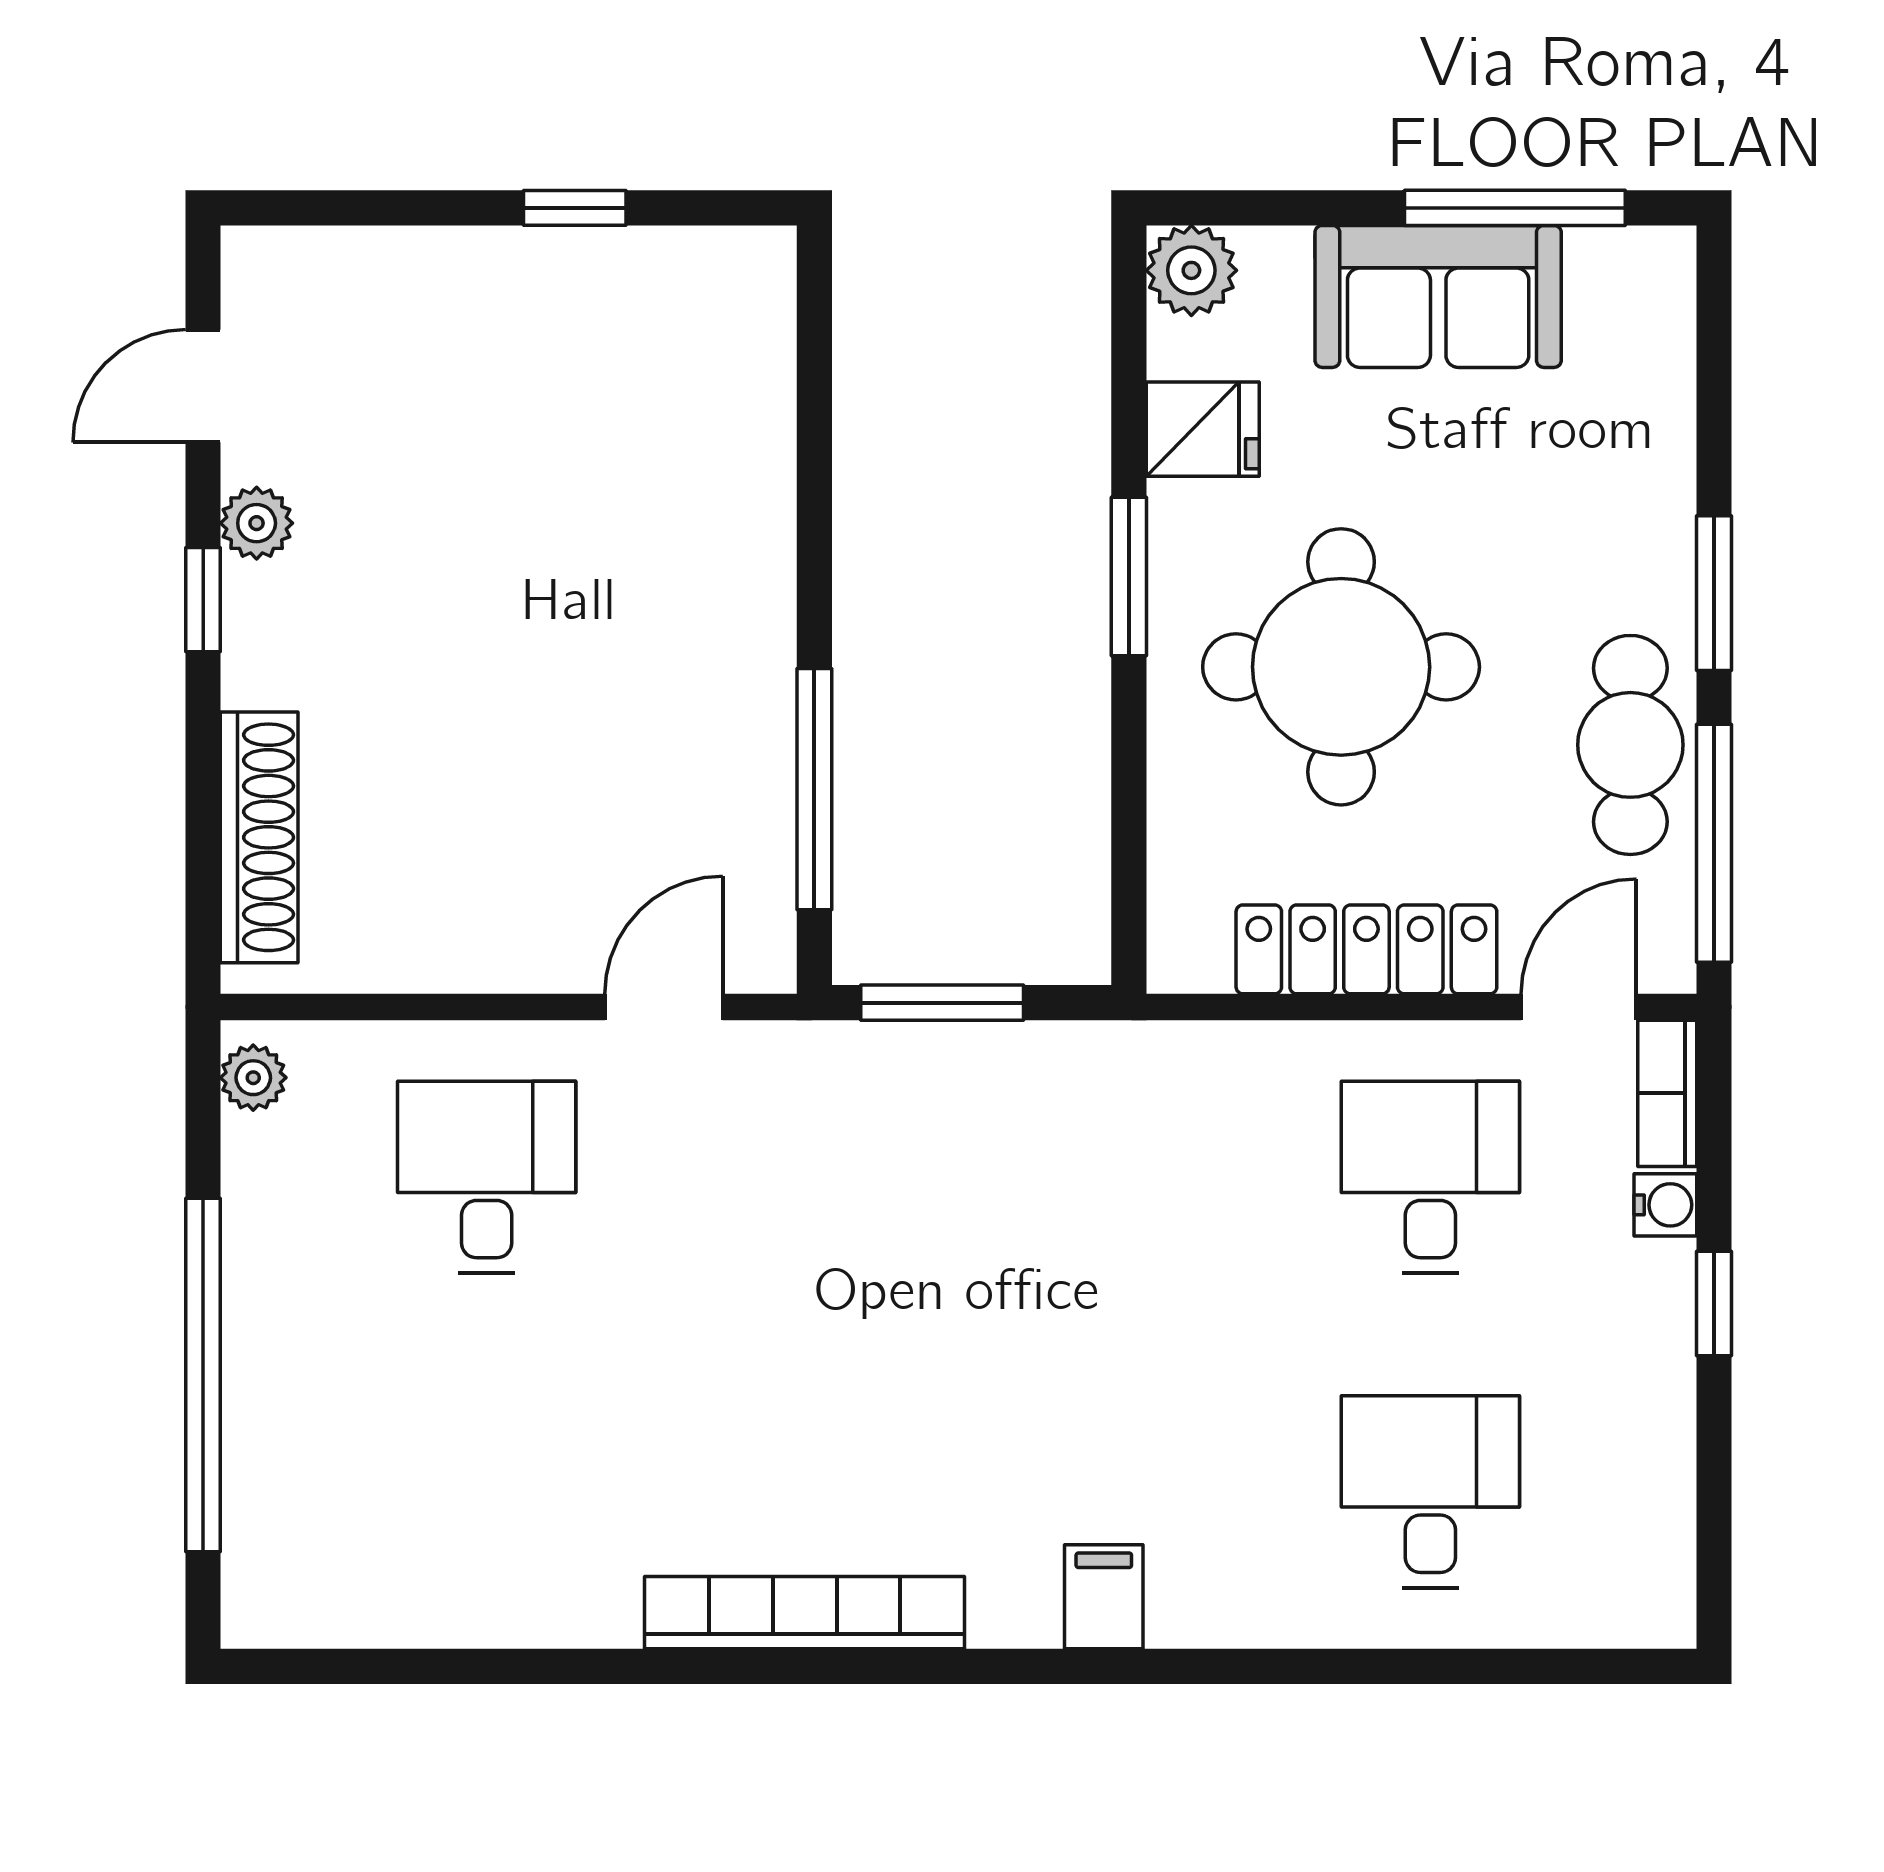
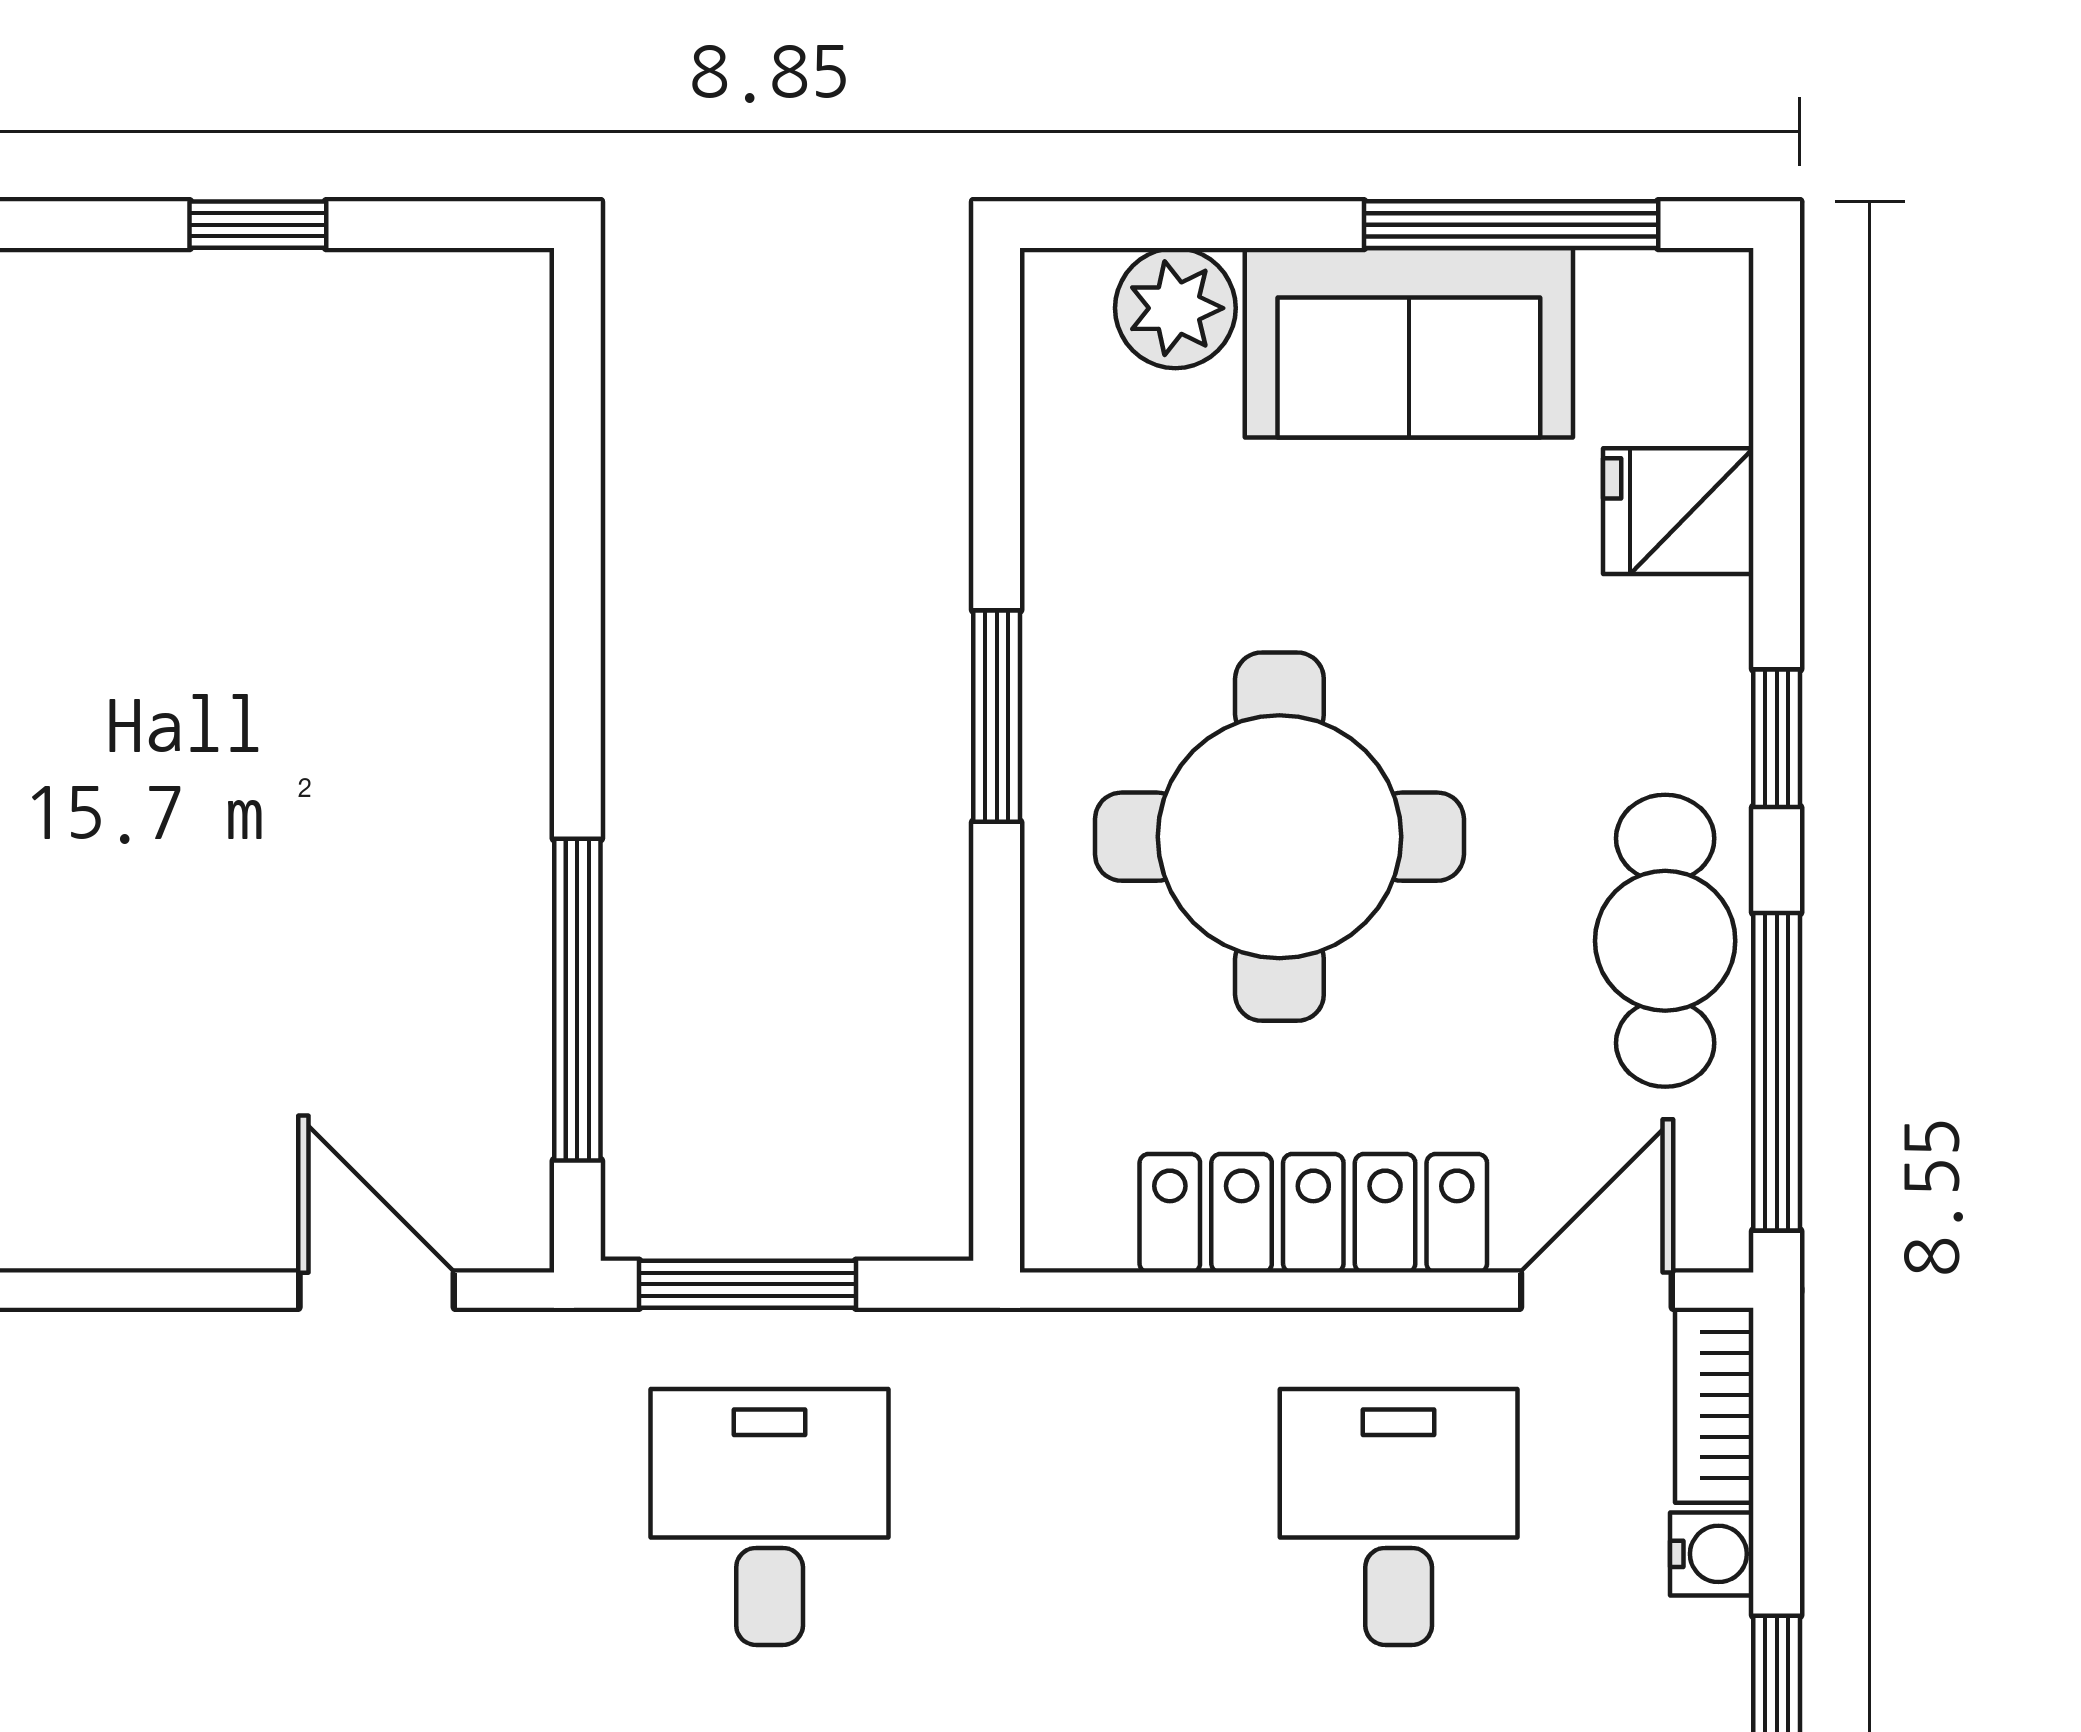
plant: (1191, 270) -> (1175, 308), moved
fridge: (1203, 429) -> (1678, 511), moved, turned 180
window: (1714, 593) -> (1777, 738), width x0.67
door: (664, 1007) -> (377, 1290), hinge flipped
desk: (487, 1177) -> (770, 1517), moved

